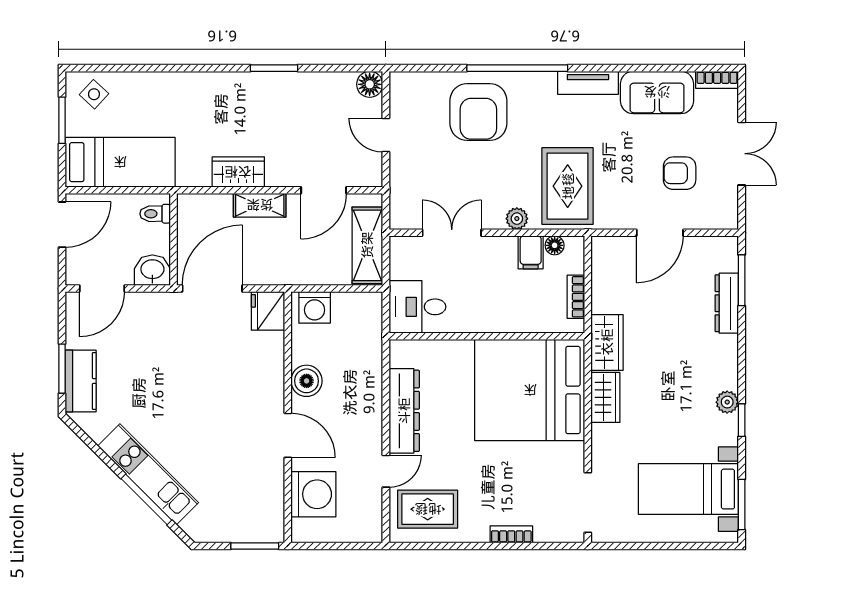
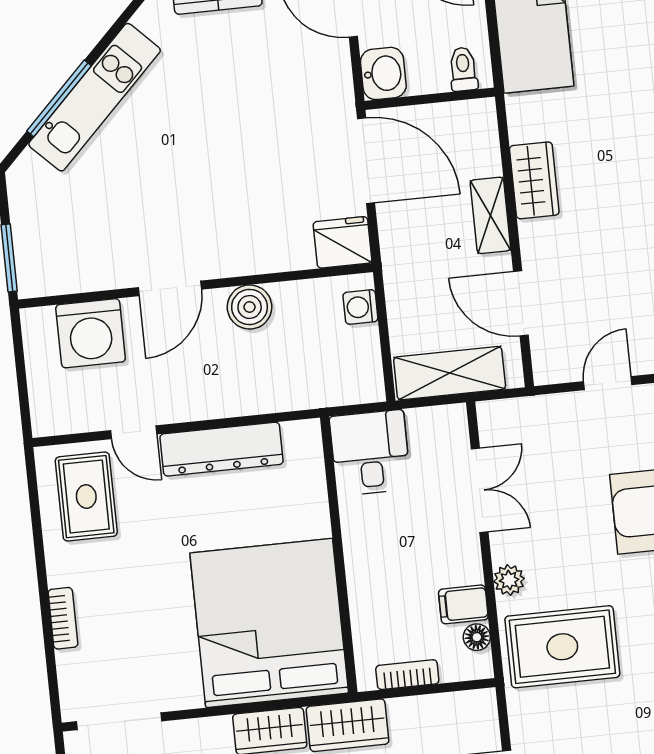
washing machine: (315, 307) -> (360, 307), width x0.73, depth x0.73

